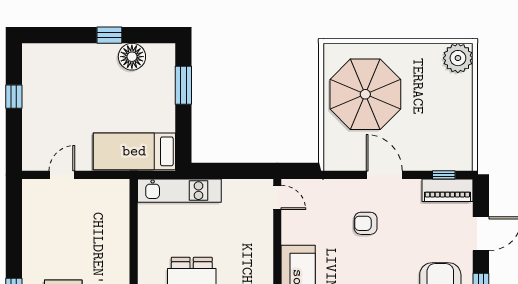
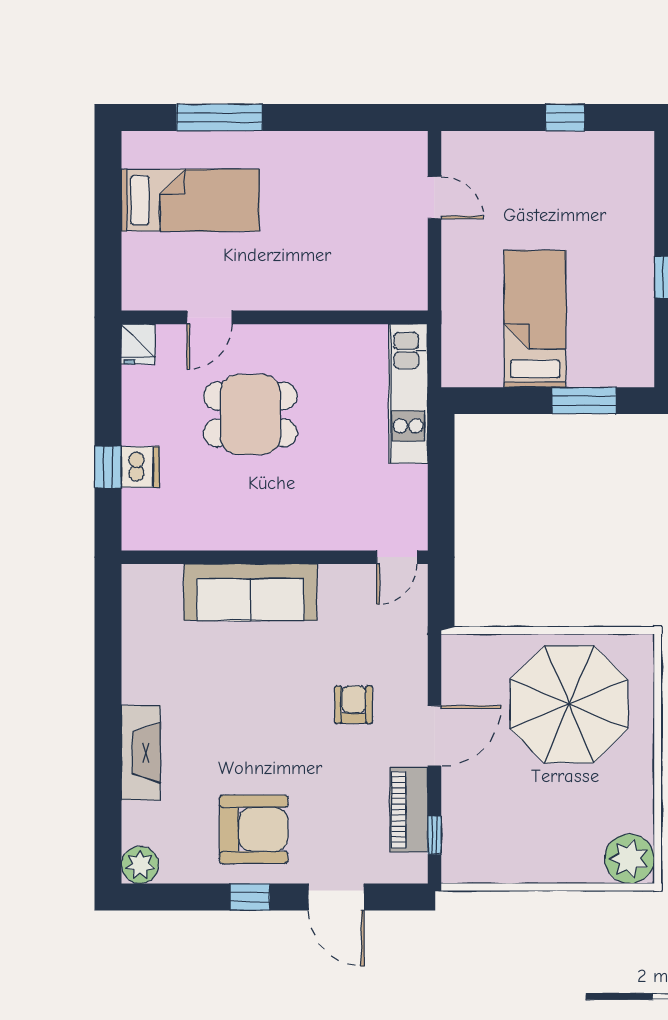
floor lamp: (132, 57) -> (632, 315), removed
bed: (134, 151) -> (535, 319), moved
piano: (447, 190) -> (409, 810), moved

